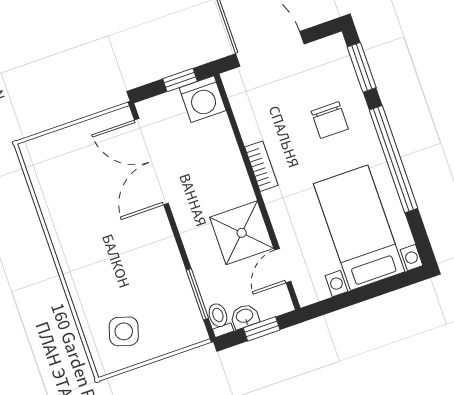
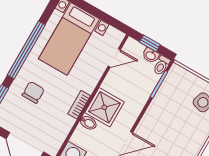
bidet: (227, 158) -> (88, 123), added
shower: (242, 233) -> (104, 107), moved

